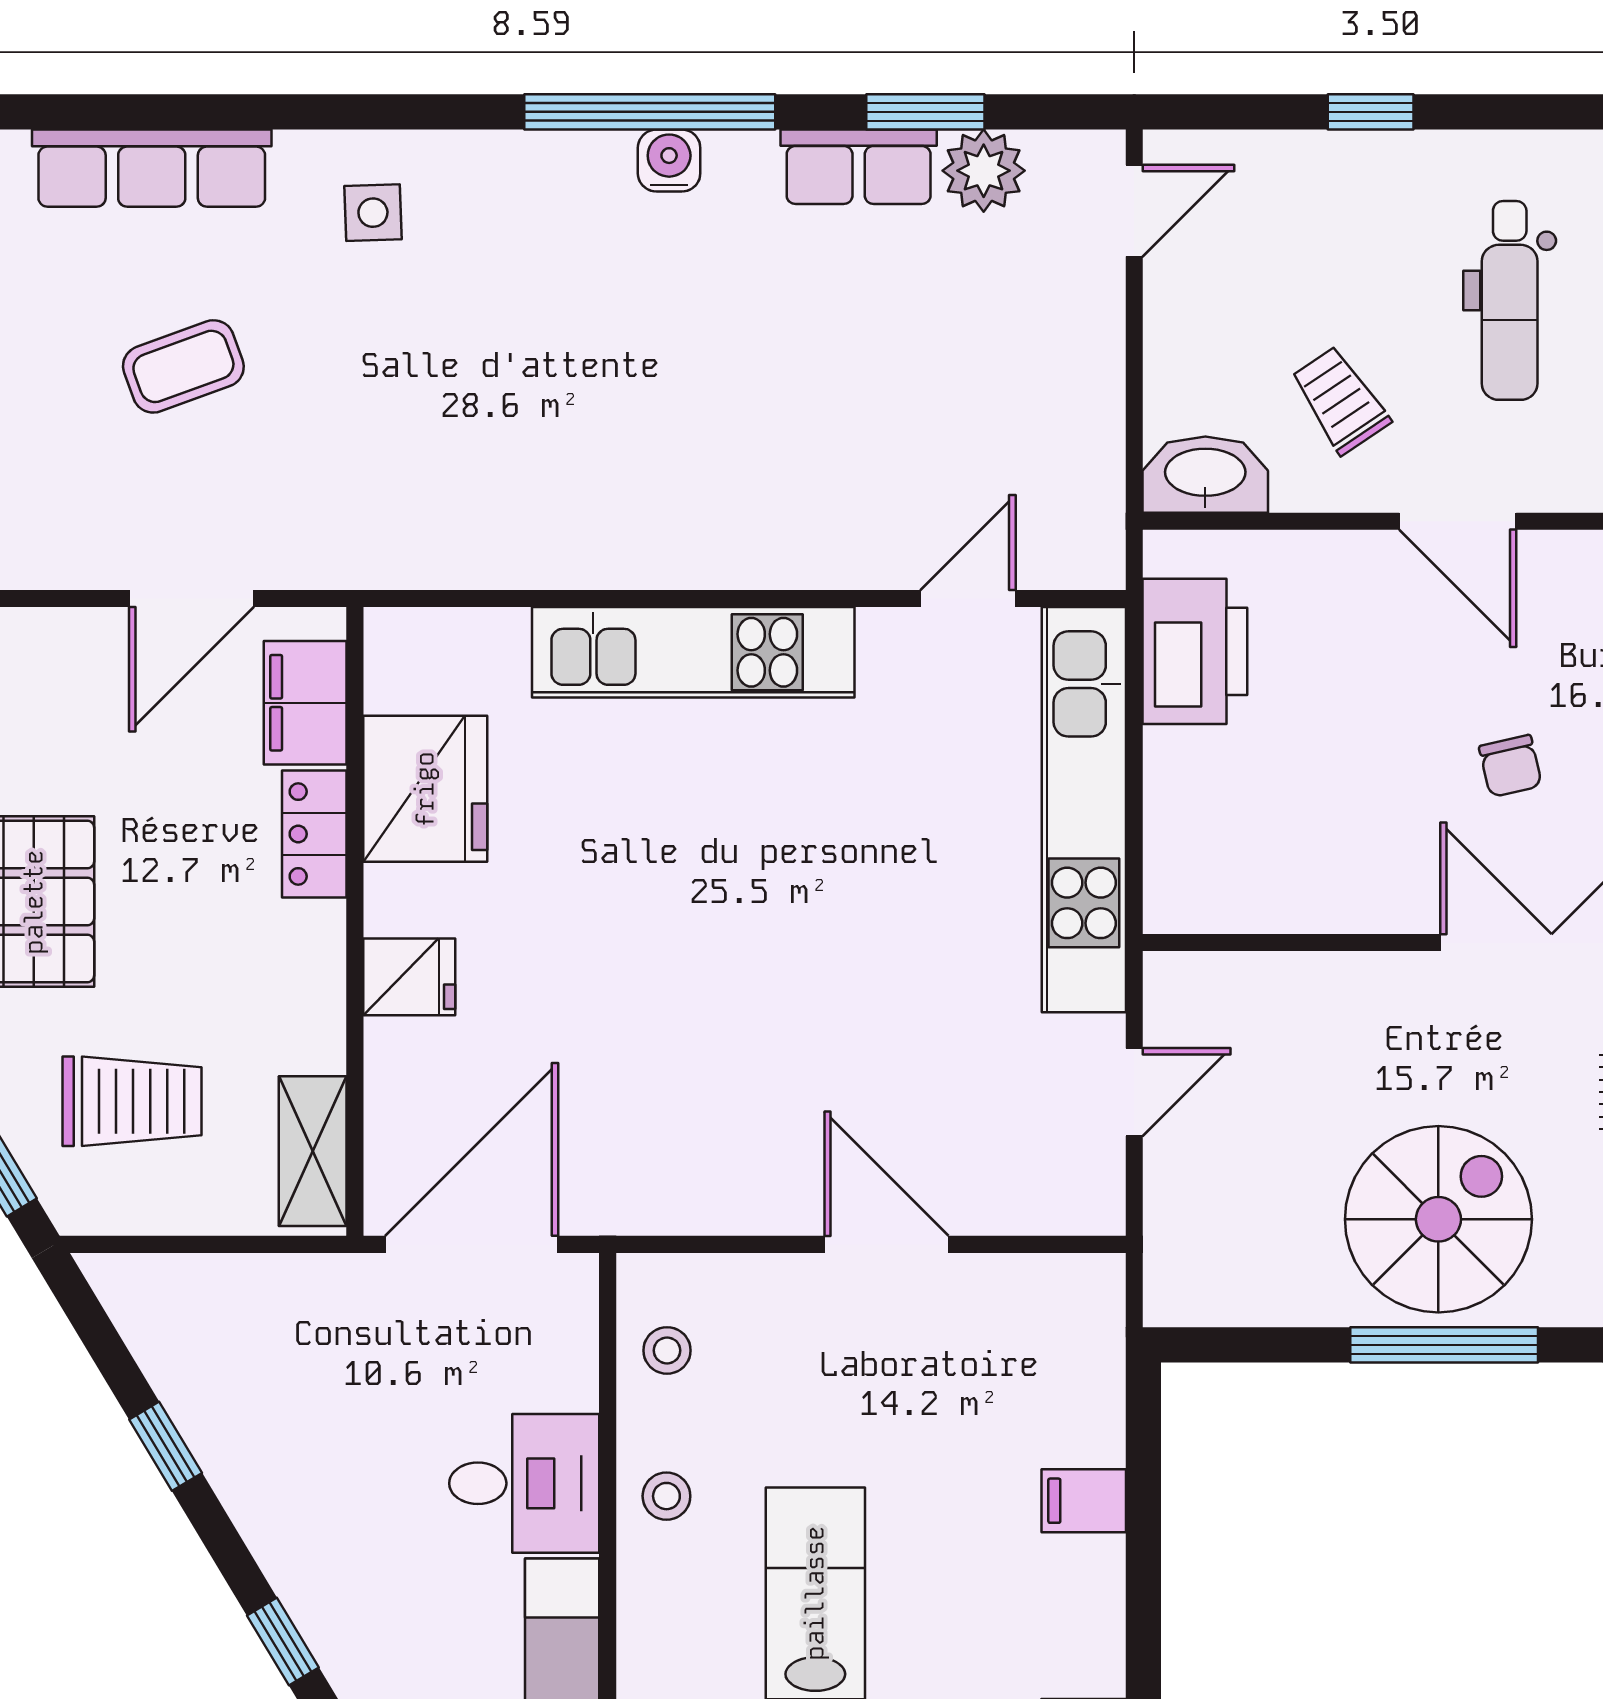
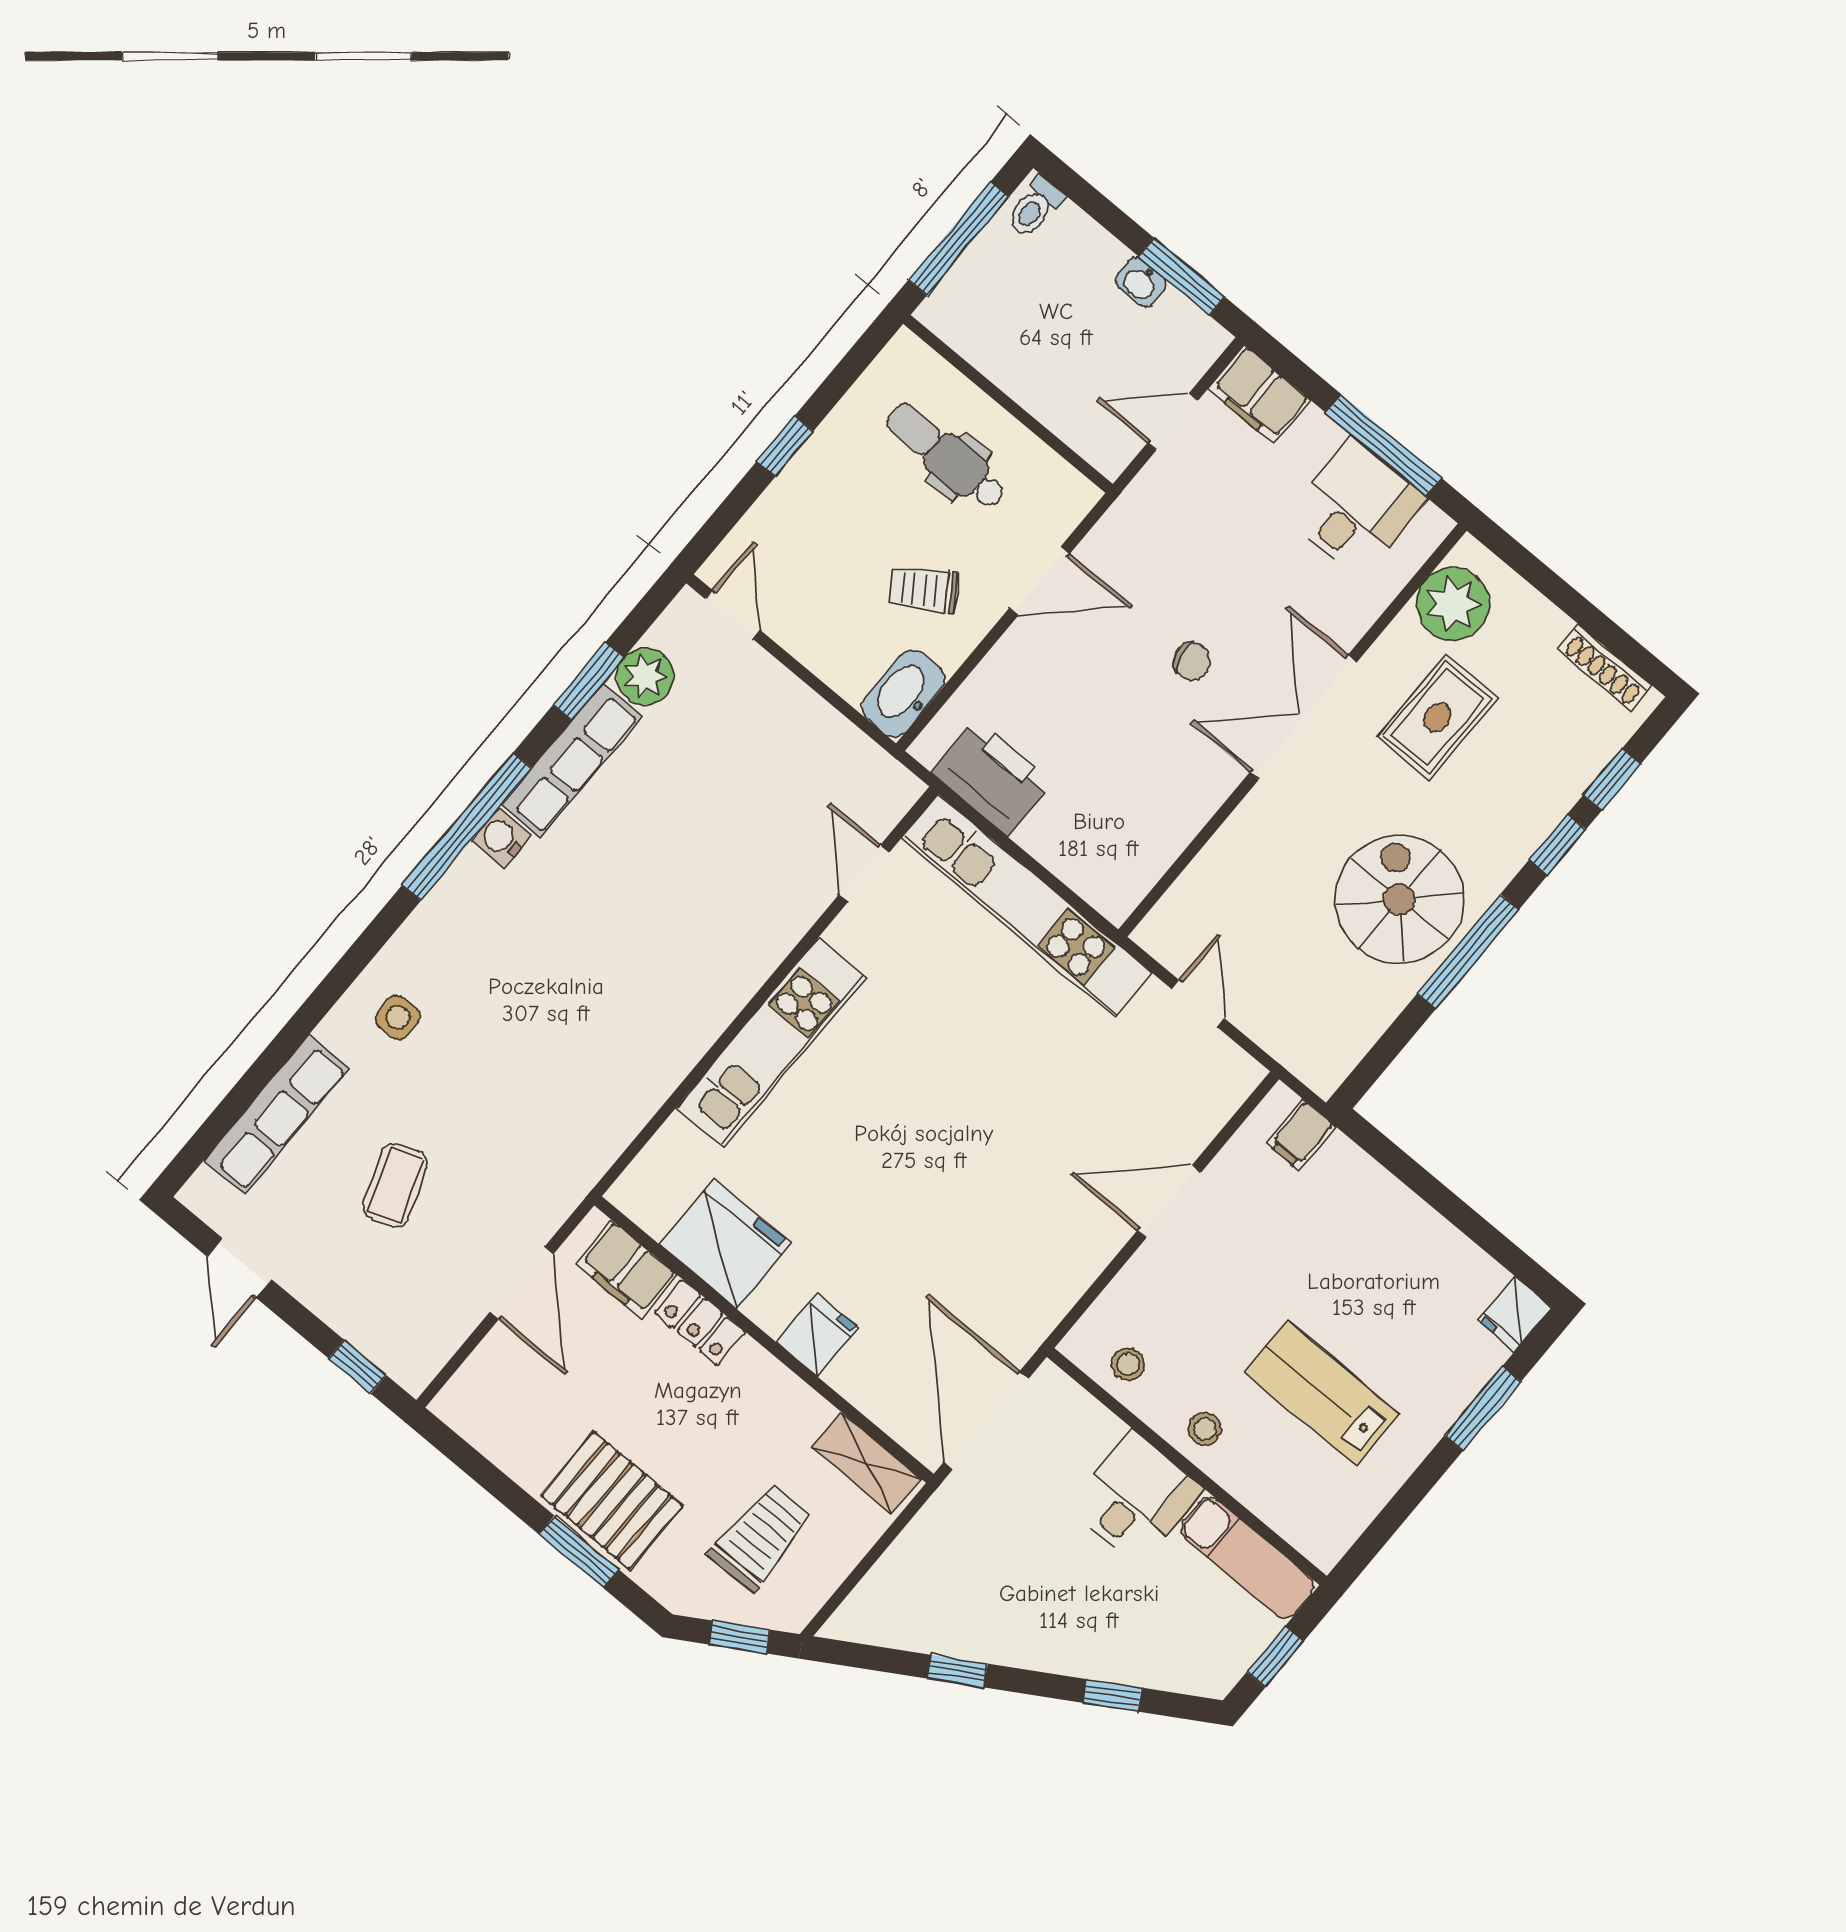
row of seats: (859, 167) -> (572, 760), width x1.48
dental chair: (1510, 300) -> (946, 456), turned 180
filing cabinet: (1084, 1501) -> (1301, 1135), moved

